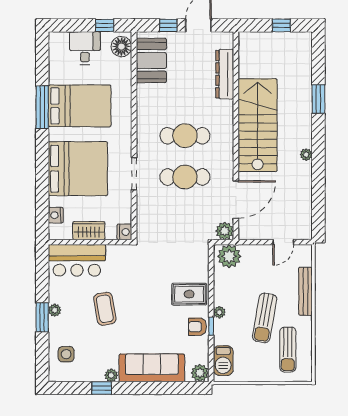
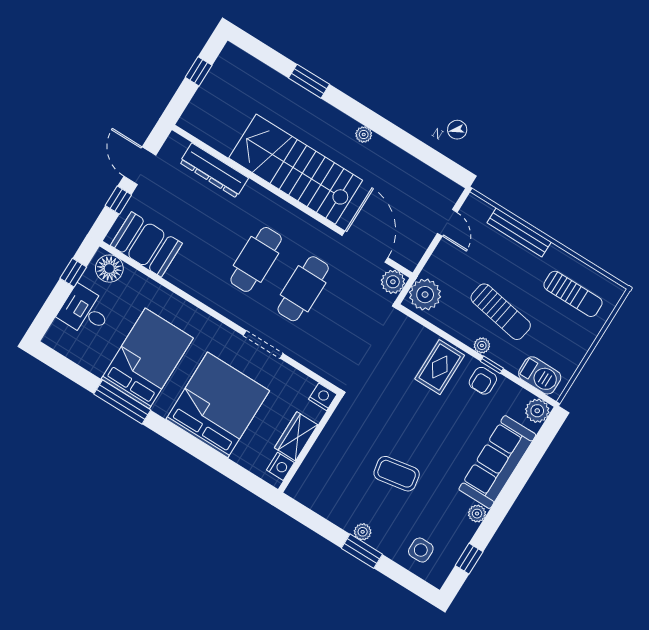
nightstand: (56, 215) -> (280, 466), moved, turned -90
bar counter: (77, 260) -> (322, 471), removed
sun lounger: (265, 318) -> (501, 312), moved
window: (102, 388) -> (469, 559), moved

